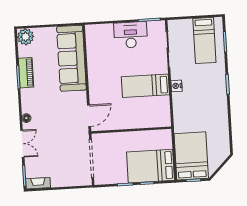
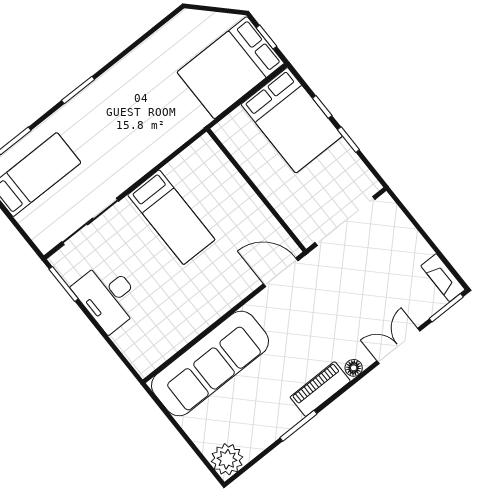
piano: (26, 73) -> (320, 389), moved
nightstand: (176, 86) -> (137, 168), removed

